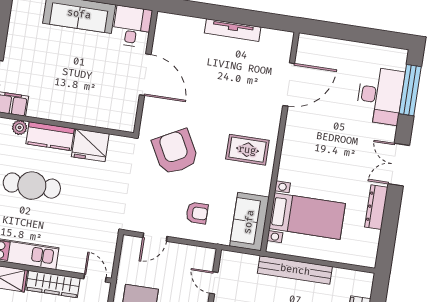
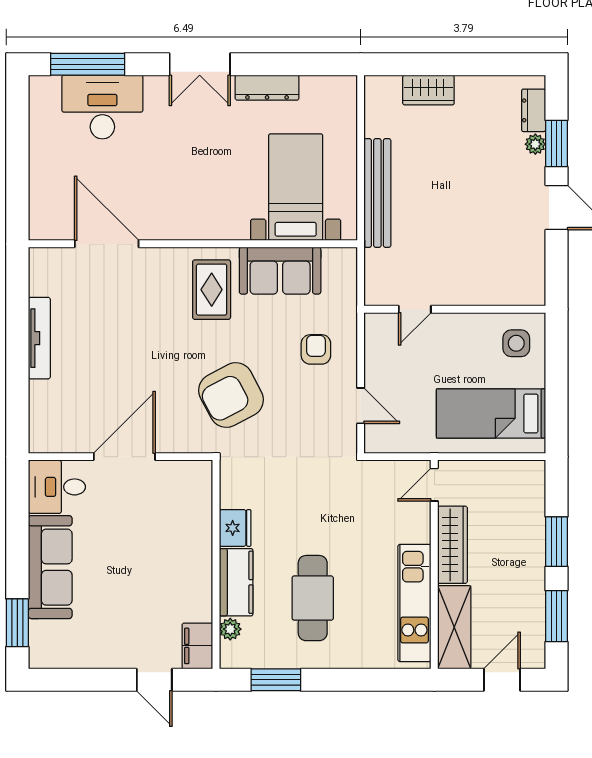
fridge: (90, 145) -> (235, 528), width x0.73, depth x0.75
sofa: (249, 222) -> (280, 271), moved

